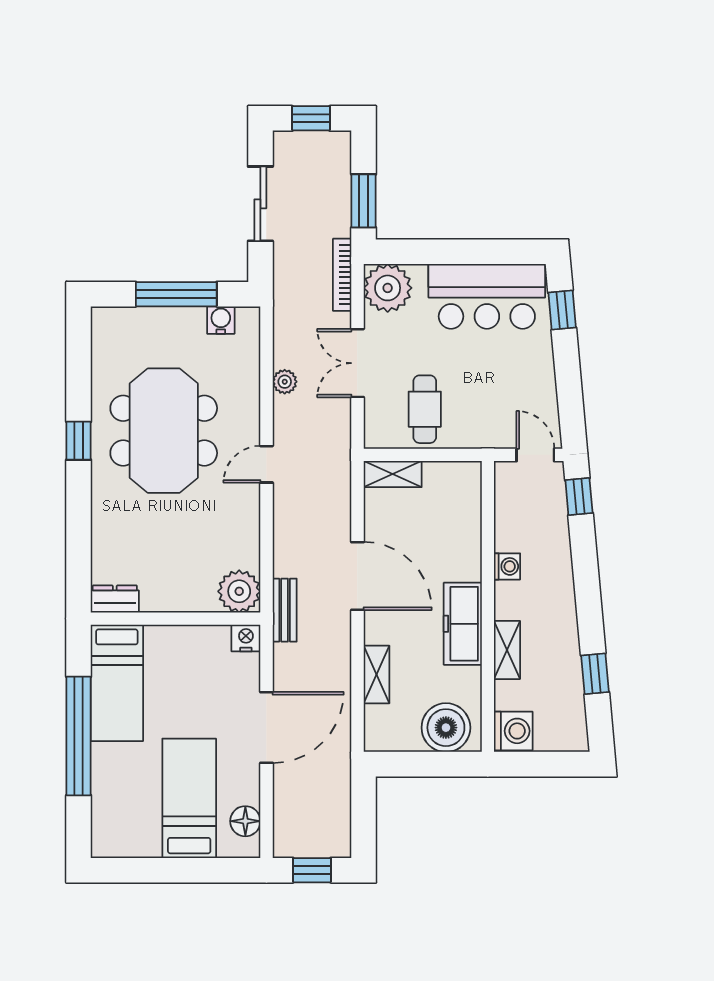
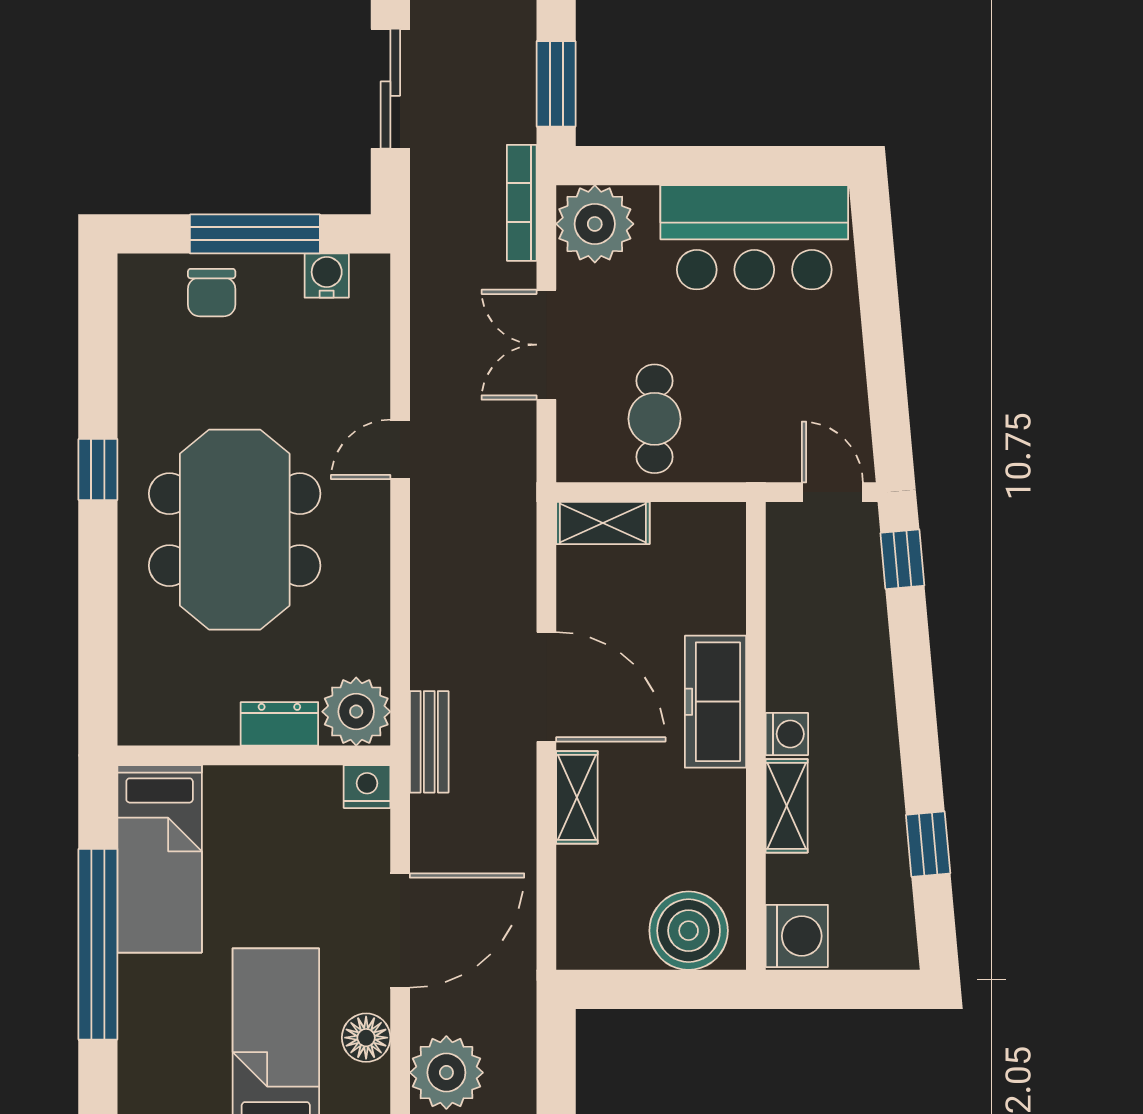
window: (562, 310) -> (875, 259), removed
chair: (149, 331) -> (212, 293), added
plant: (285, 382) -> (446, 1073), moved, width x1.87, depth x1.87
meeting table: (164, 431) -> (235, 530), moved
door: (266, 464) -> (400, 449), moved
washing machine: (507, 566) -> (787, 734), moved
dresser: (115, 599) -> (279, 724), moved
freezer: (463, 624) -> (715, 702), moved
shelving: (376, 675) -> (577, 797), moved
floor lamp: (245, 821) -> (366, 1038), moved

